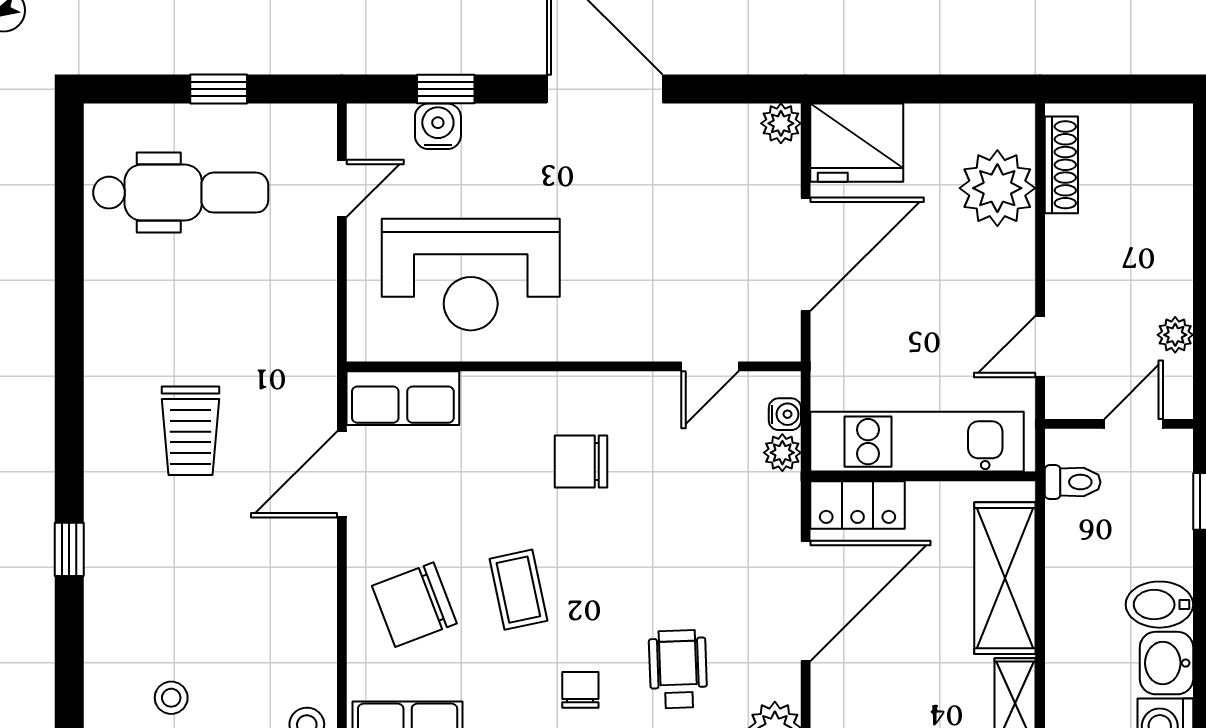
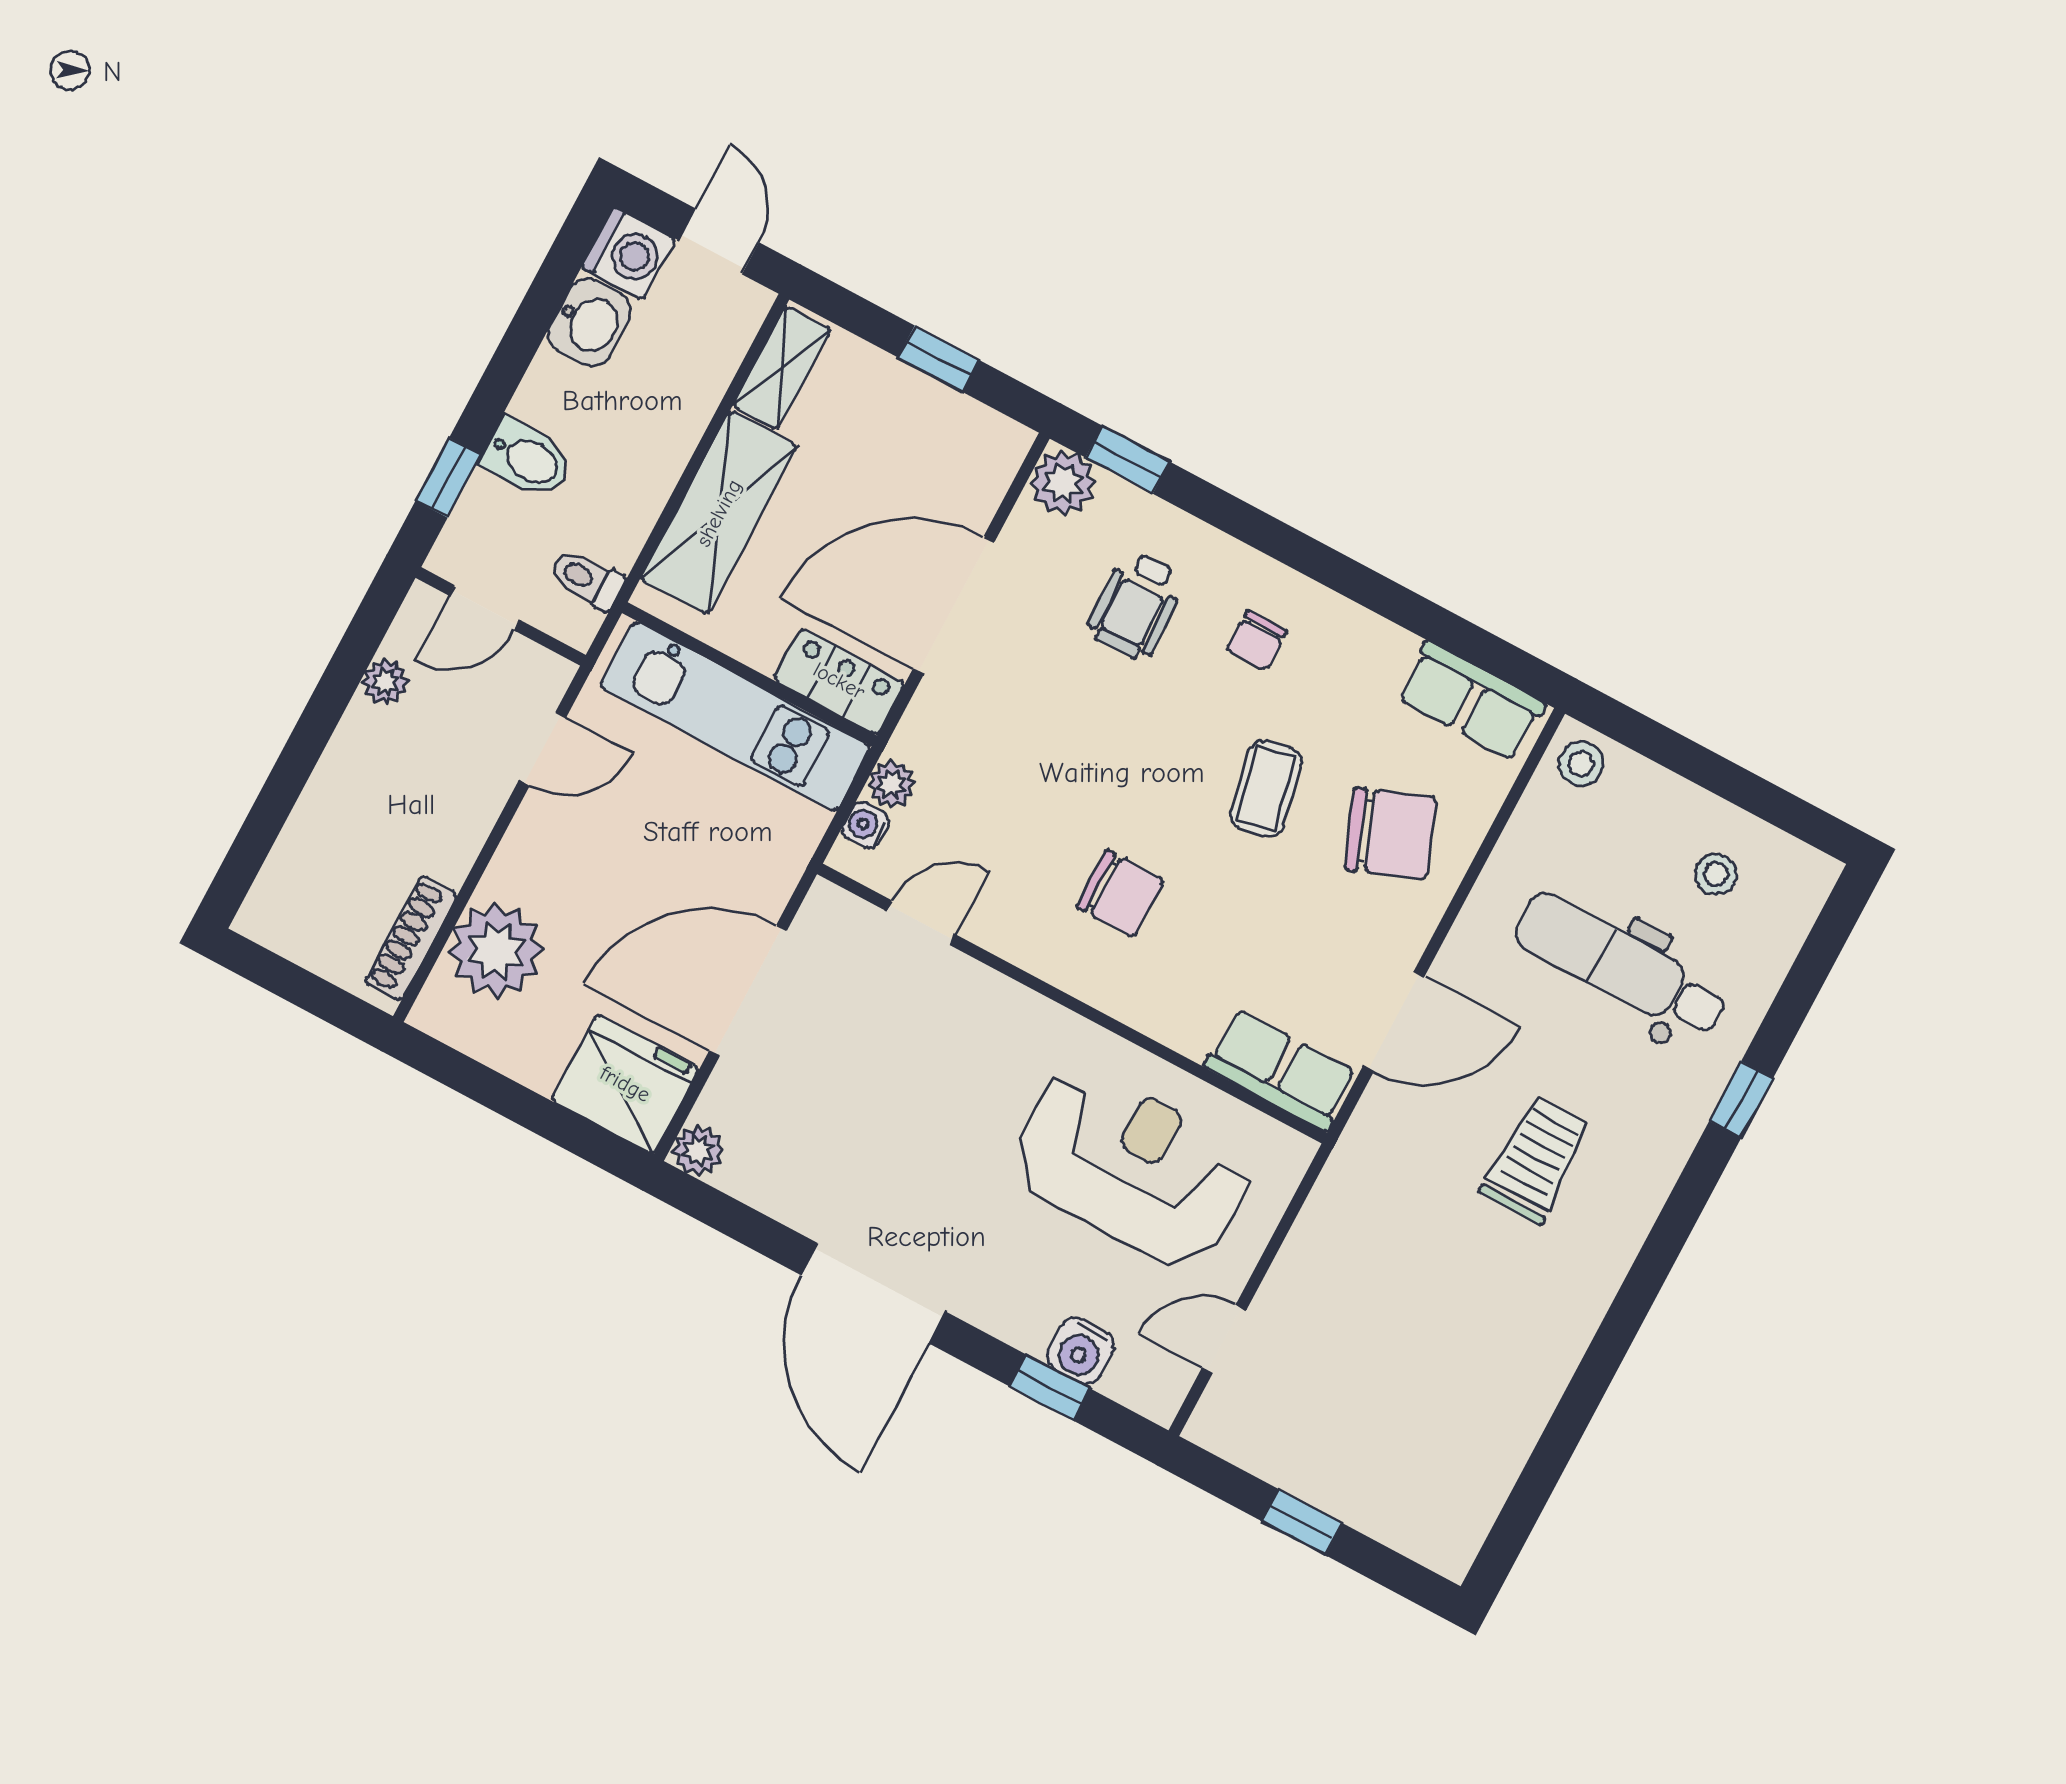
dental chair: (181, 193) -> (1621, 966), moved
bidet: (1159, 605) -> (527, 459), moved

